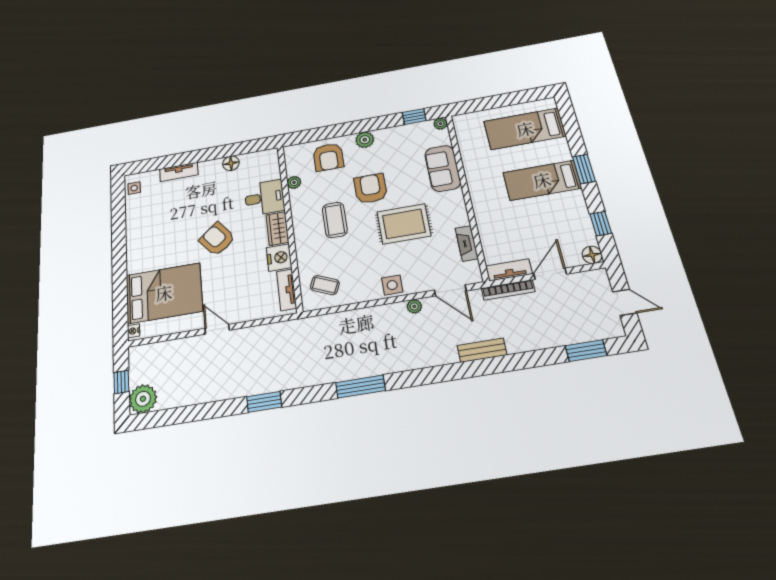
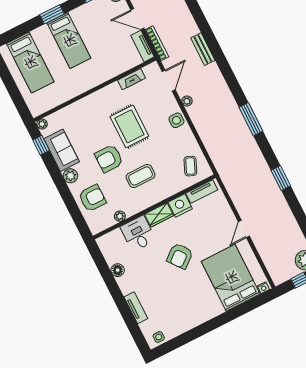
sofa: (443, 168) -> (62, 150), moved, turned -90

